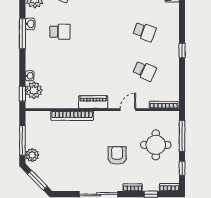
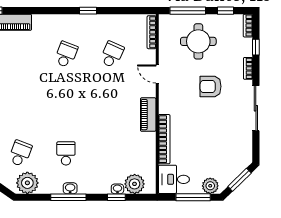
washbasin: (30, 24) -> (70, 188), moved
window: (22, 94) -> (116, 197), moved
desk: (38, 124) -> (174, 179), added

